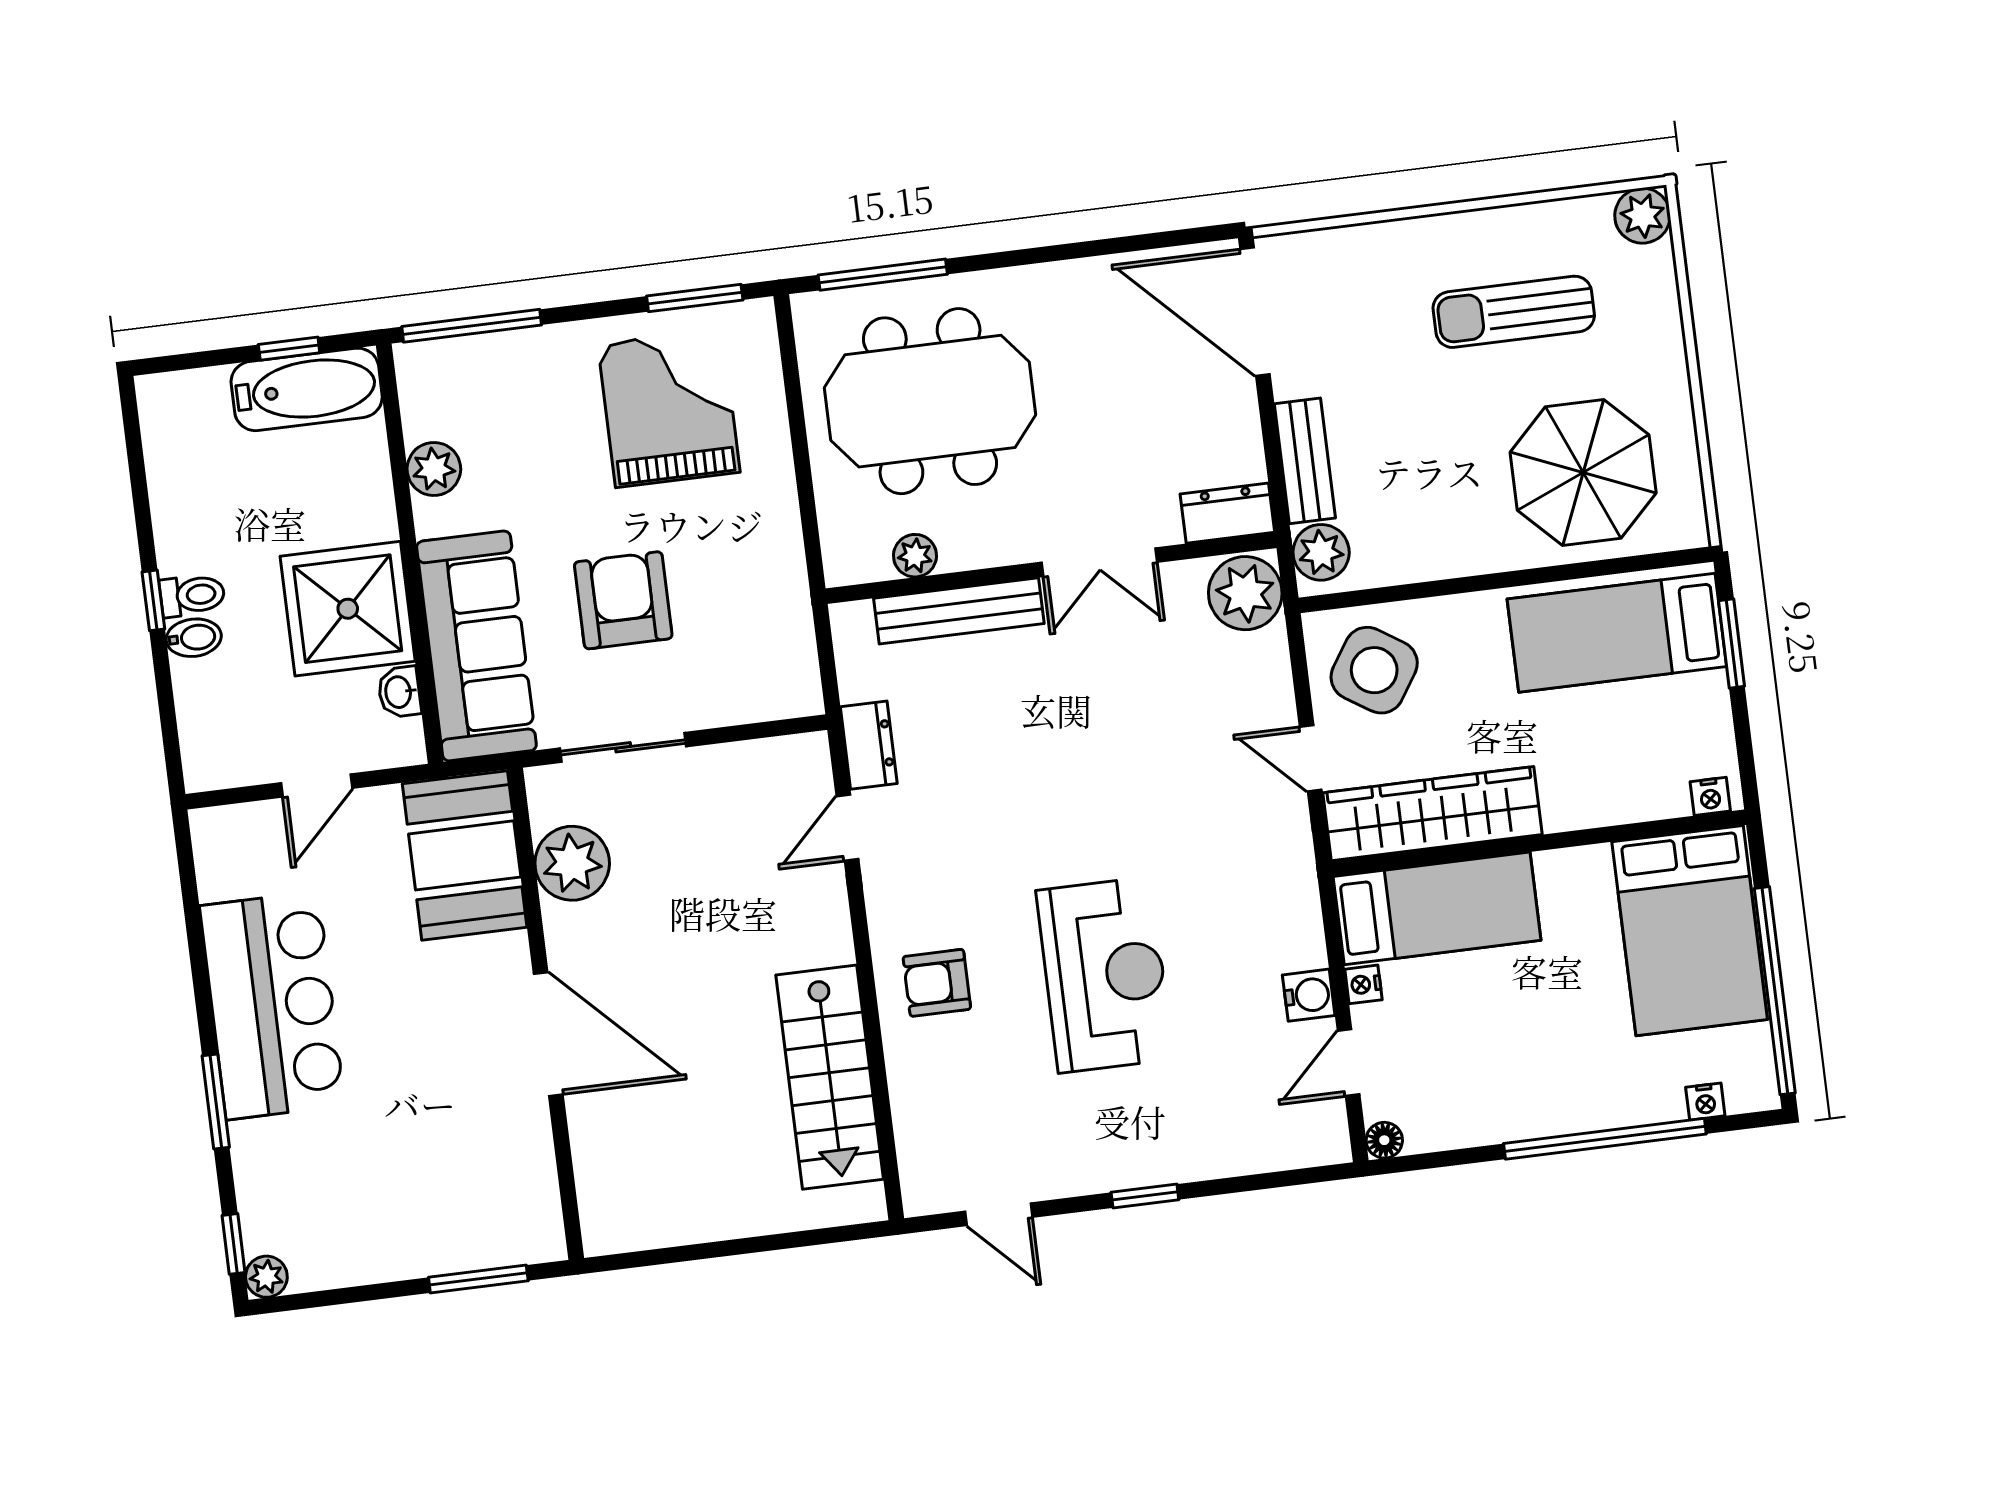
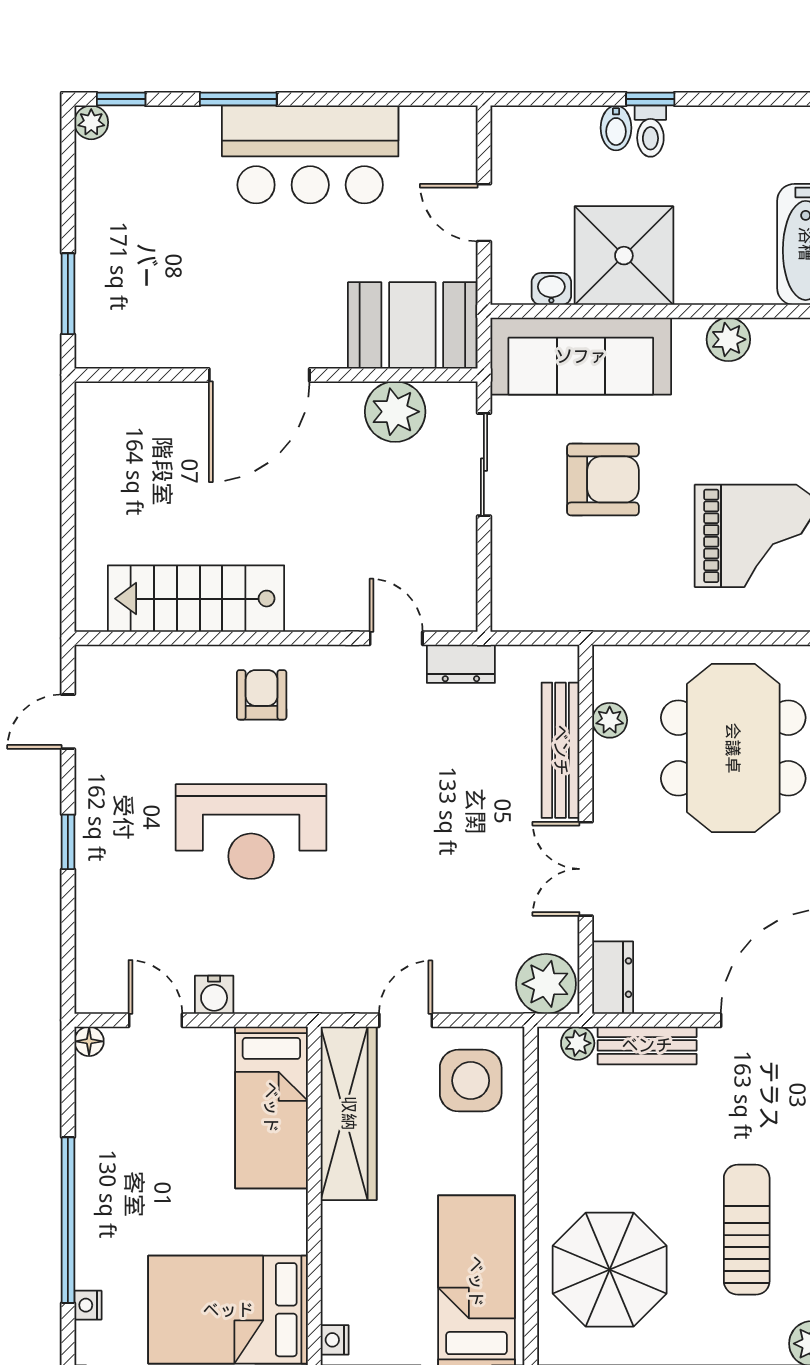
plant: (1321, 552) -> (578, 1043), width x0.73, depth x0.73
side table: (1374, 670) -> (471, 1081), turned -33
nightstand: (1363, 984) -> (217, 1040), removed

